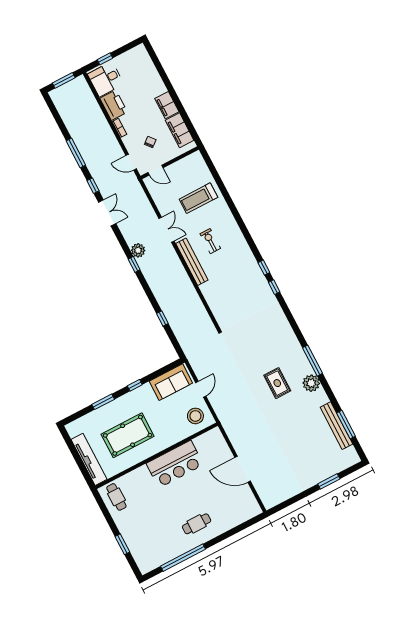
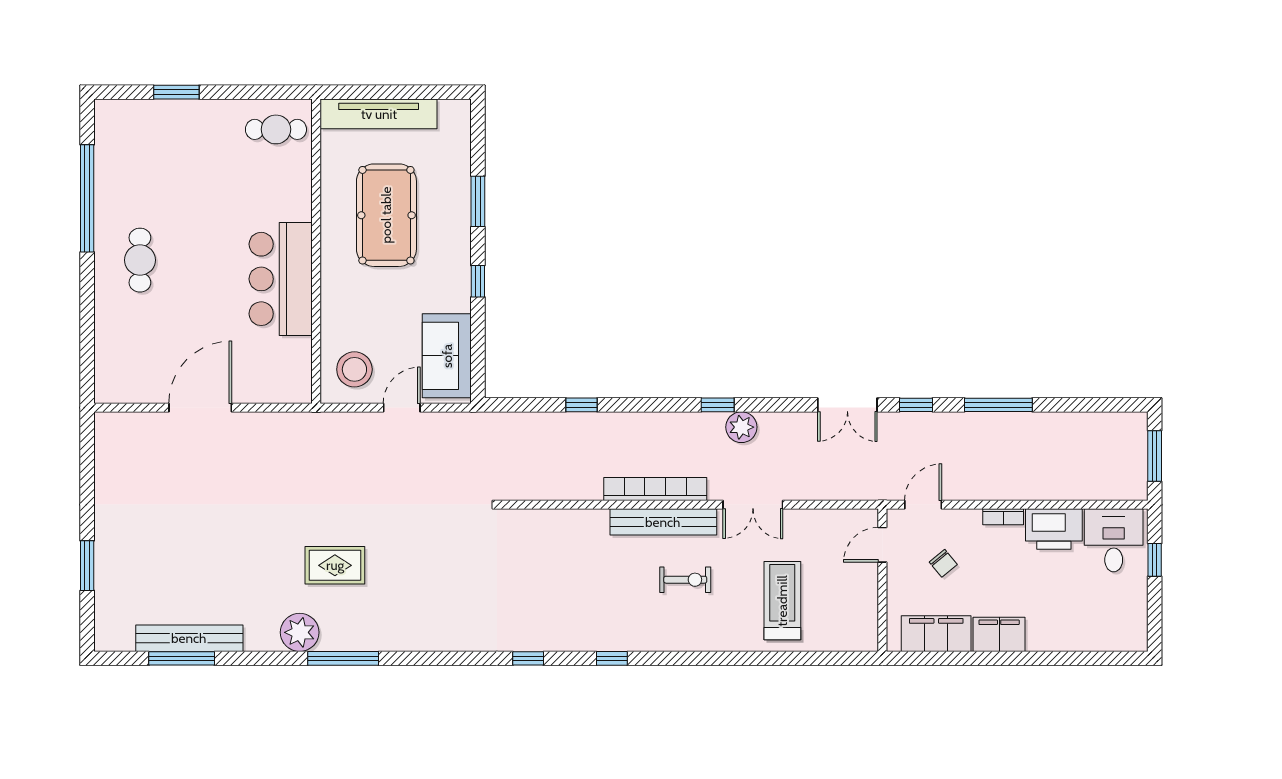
window: (264, 268) -> (612, 658), moved
bookcase: (180, 272) -> (655, 489), added
door: (201, 389) -> (402, 408), swing flipped

